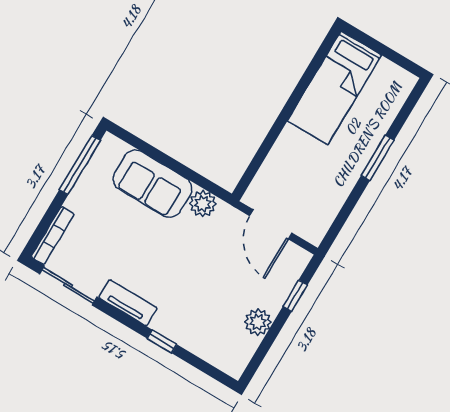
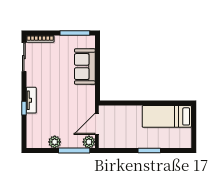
plant: (203, 204) -> (89, 142), moved
window: (295, 296) -> (74, 151), width x2.17
tv unit: (128, 303) -> (31, 100), moved

